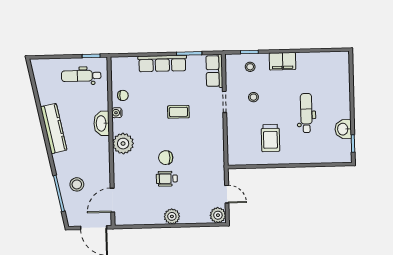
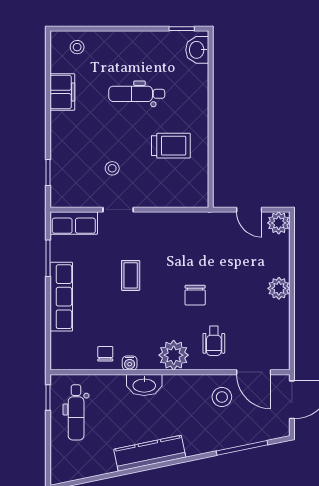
filing cabinet: (282, 61) -> (62, 92), moved
stool: (250, 67) -> (77, 47), moved
washbasin: (343, 129) -> (197, 50), moved, turned 90
wheelchair: (167, 179) -> (214, 341), moved
stool: (77, 184) -> (222, 397), moved
door: (227, 194) -> (249, 210), swing flipped

